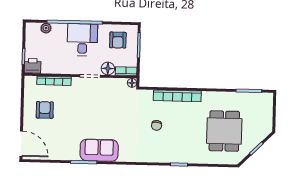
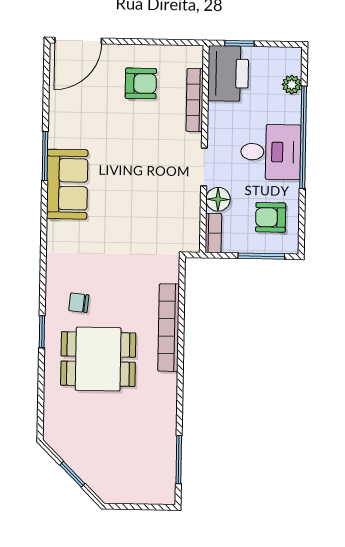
printer: (33, 66) -> (228, 73), width x1.87, depth x1.48
floor lamp: (132, 83) -> (192, 244), removed
chair: (157, 125) -> (79, 303), moved
dining table: (224, 131) -> (98, 359), moved

